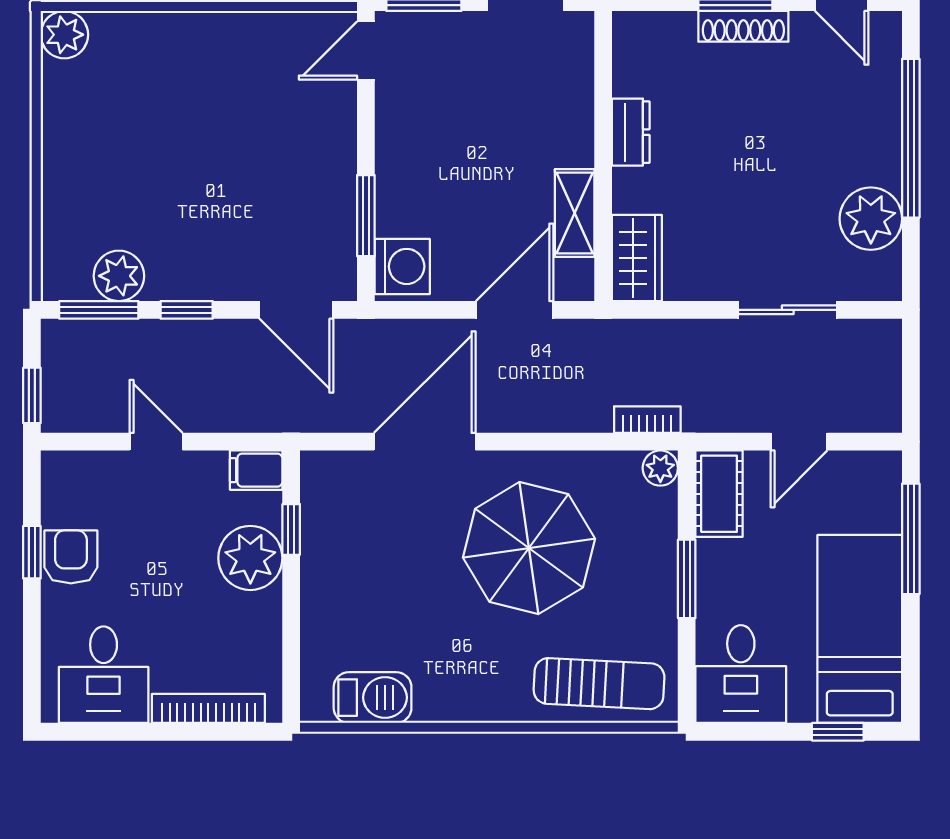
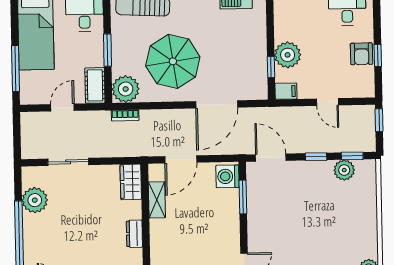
window: (99, 310) -> (352, 156), width x0.67
plant: (660, 468) -> (126, 89), width x1.88, depth x1.88

